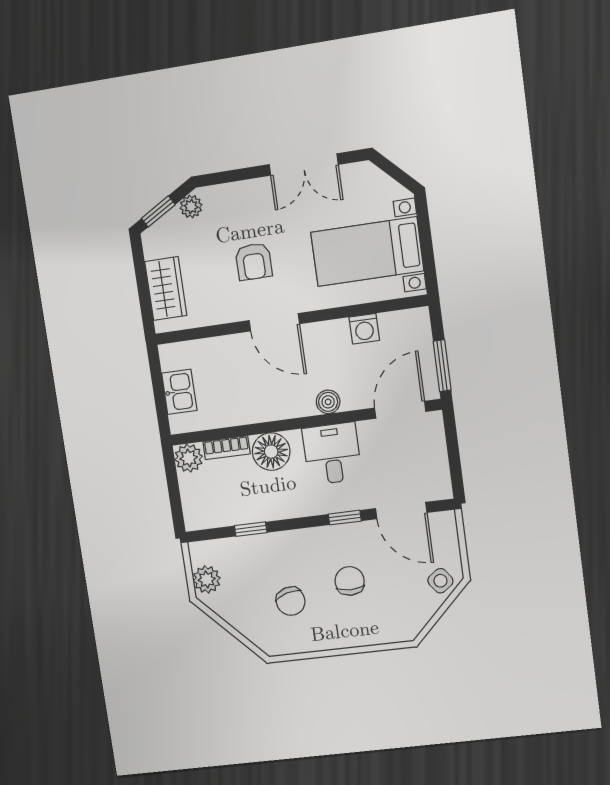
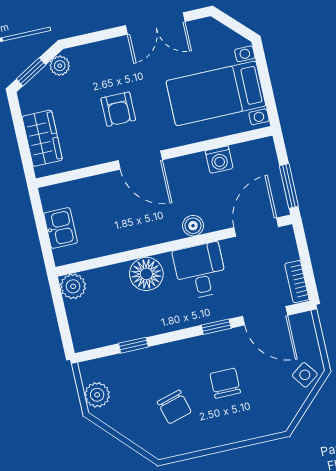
bookcase: (227, 448) -> (297, 282), moved, turned 90

